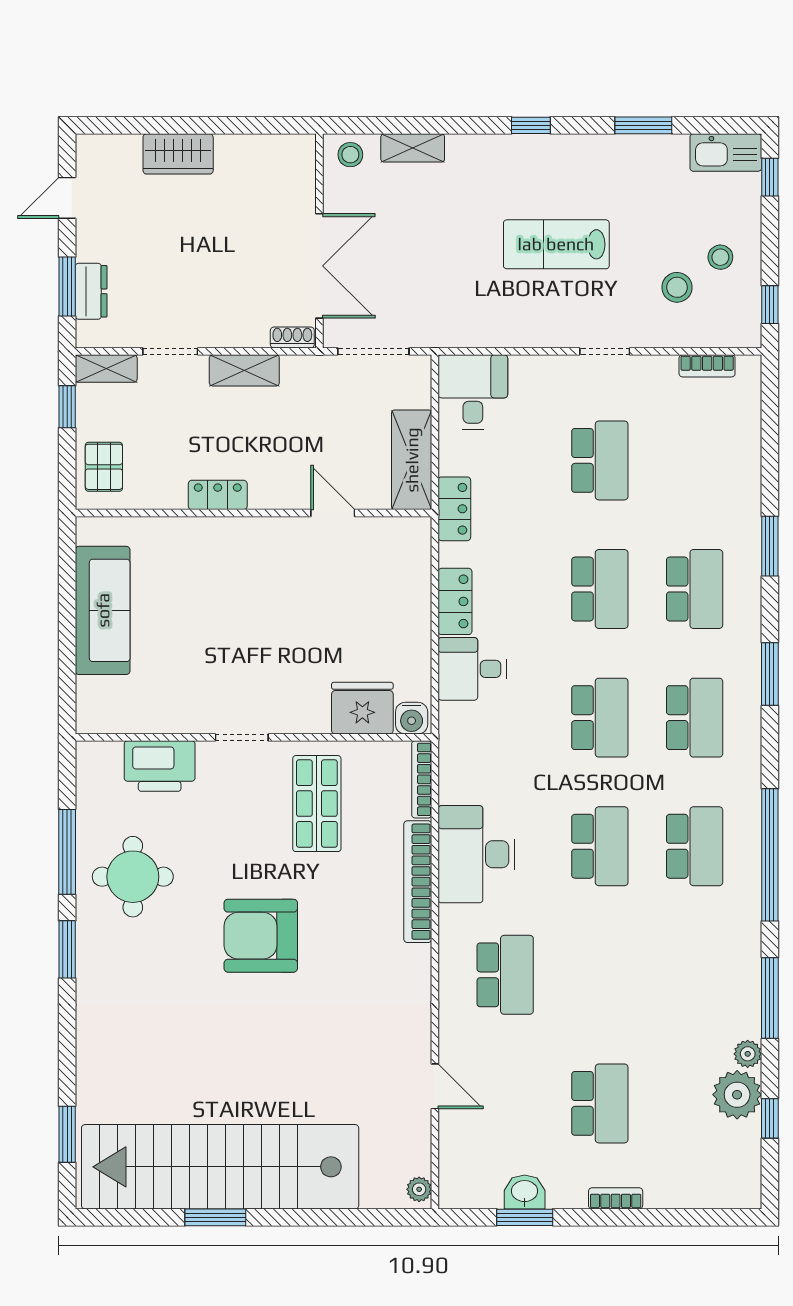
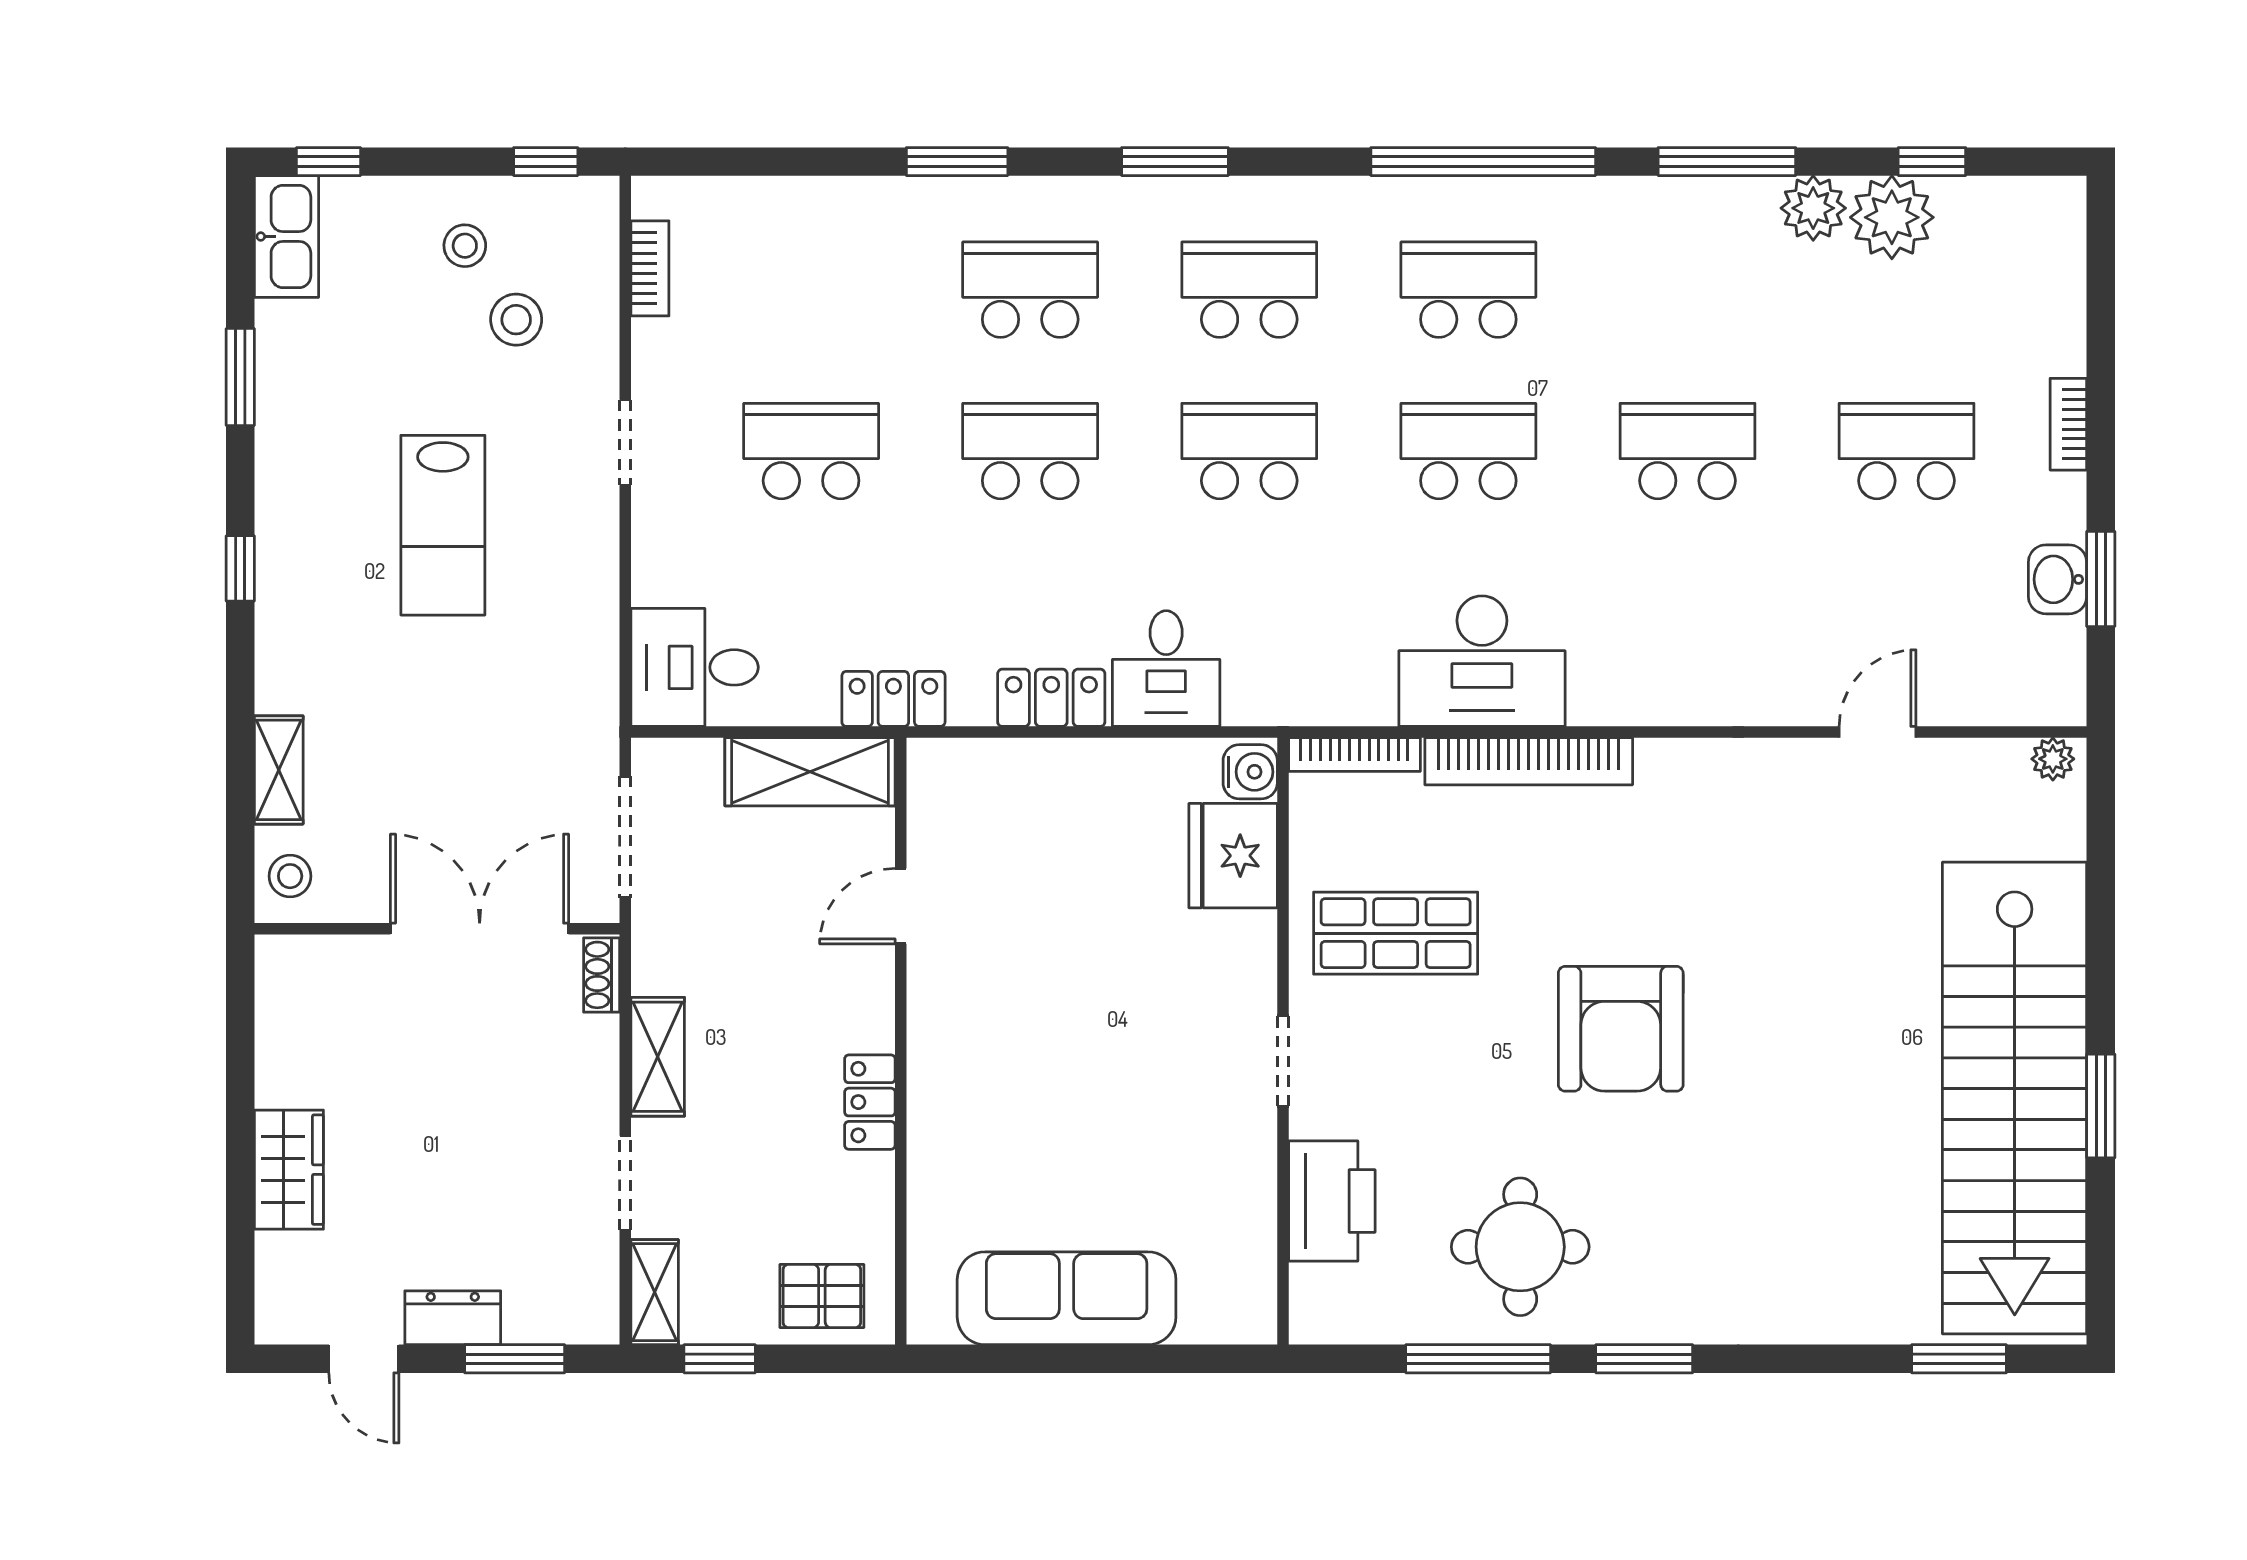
dresser: (91, 291) -> (453, 1318), moved
school desk: (505, 975) -> (1687, 451), moved
plant: (748, 1054) -> (1813, 208), width x1.38, depth x1.38

